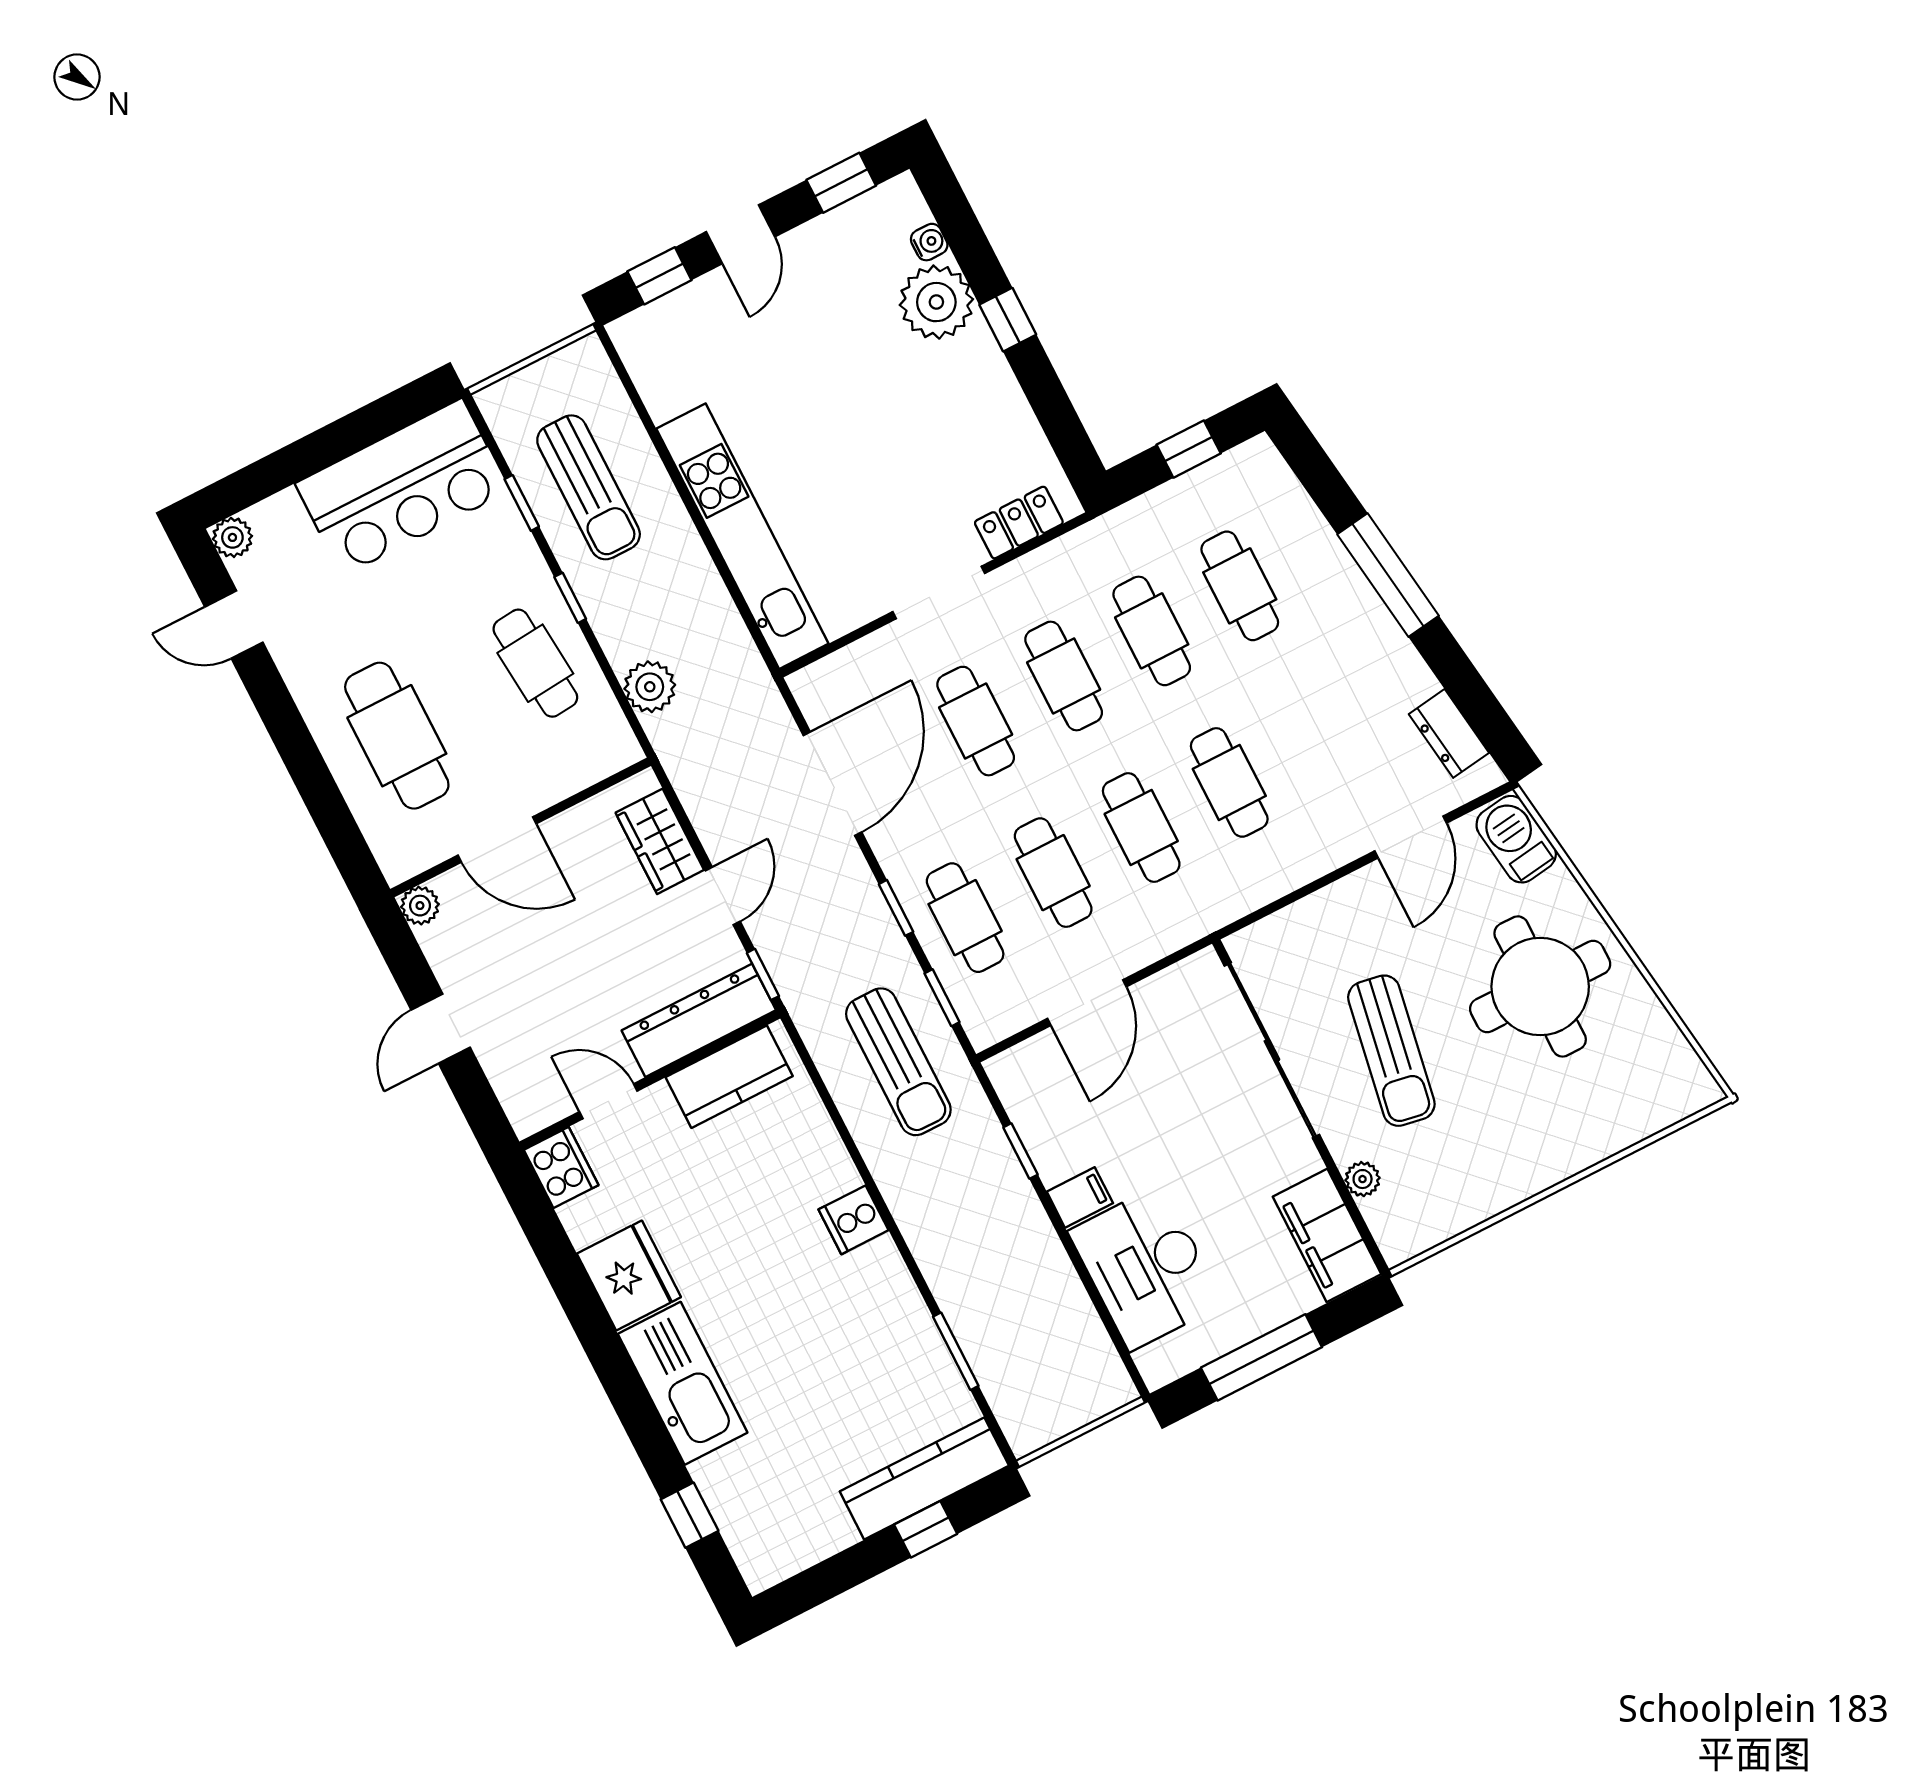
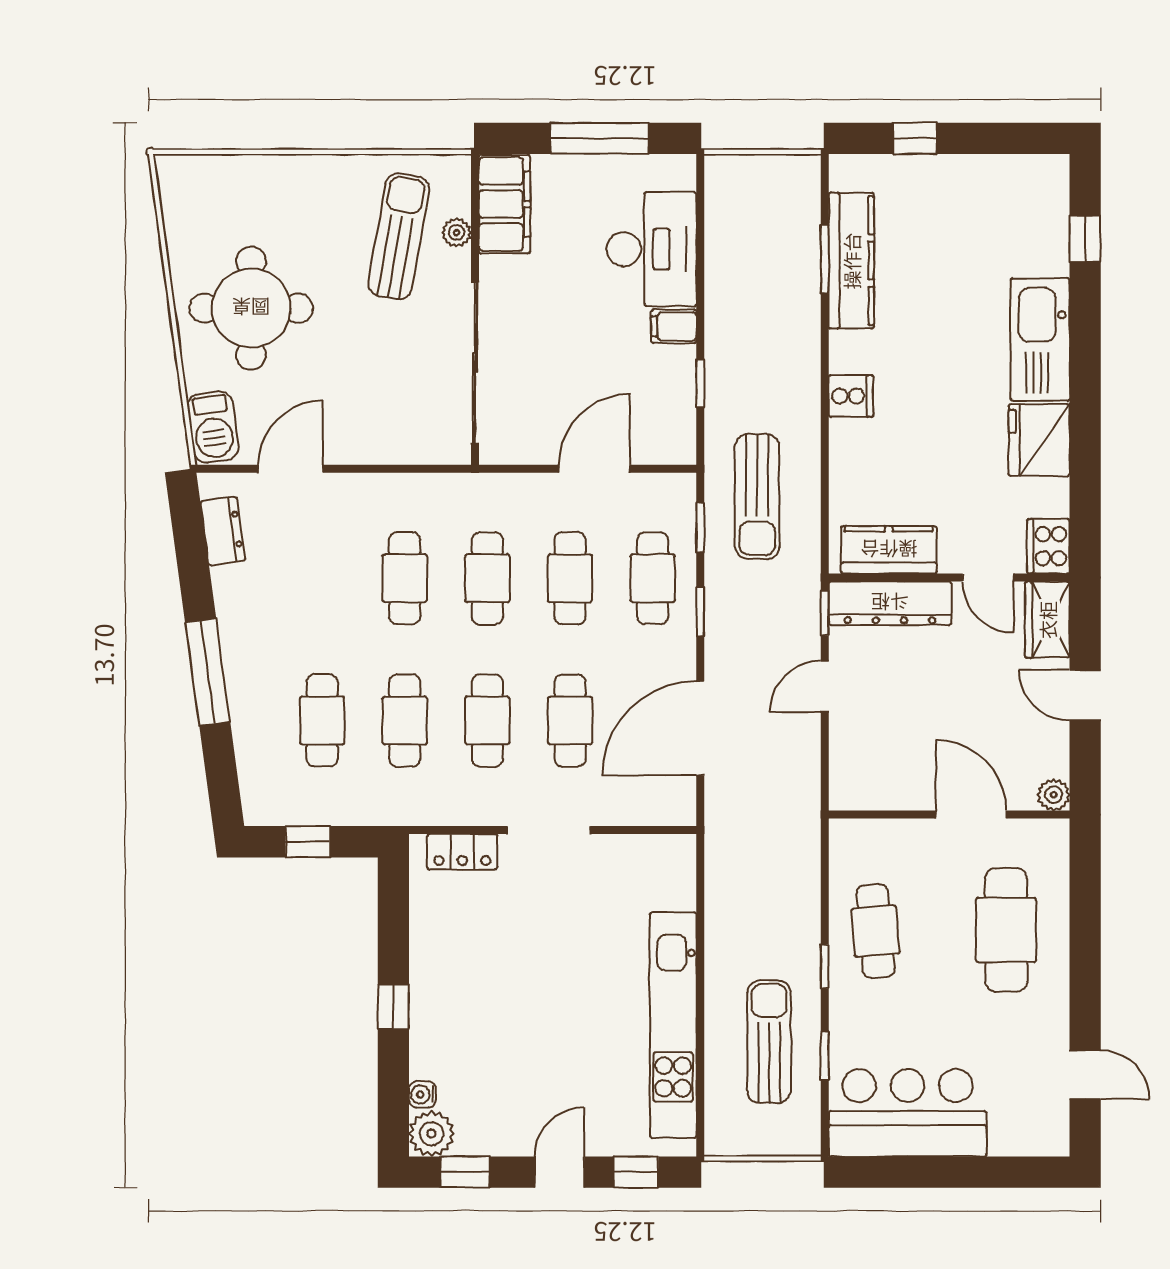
plant: (936, 302) -> (431, 1134), moved, width x0.73, depth x0.73
kitchen unit: (742, 536) -> (673, 1025), moved
plant: (232, 537) -> (1053, 1140), removed
plant: (650, 687) -> (799, 870), removed
wardrobe: (660, 841) -> (1047, 620), moved, turned 180
door: (441, 1029) -> (1085, 695), swing flipped
sun lounger: (1391, 1051) -> (399, 236), moved
sun lounger: (898, 1062) -> (757, 496), turned 180
kitchen counter: (924, 1479) -> (851, 261), moved, turned -90

